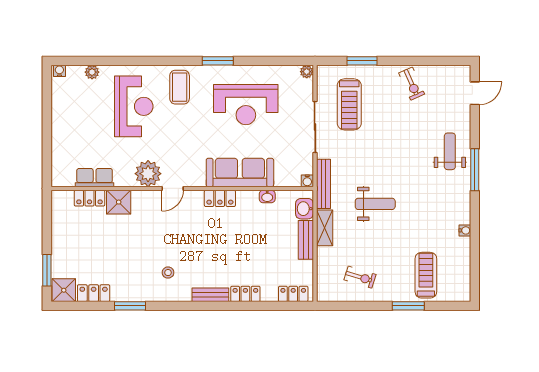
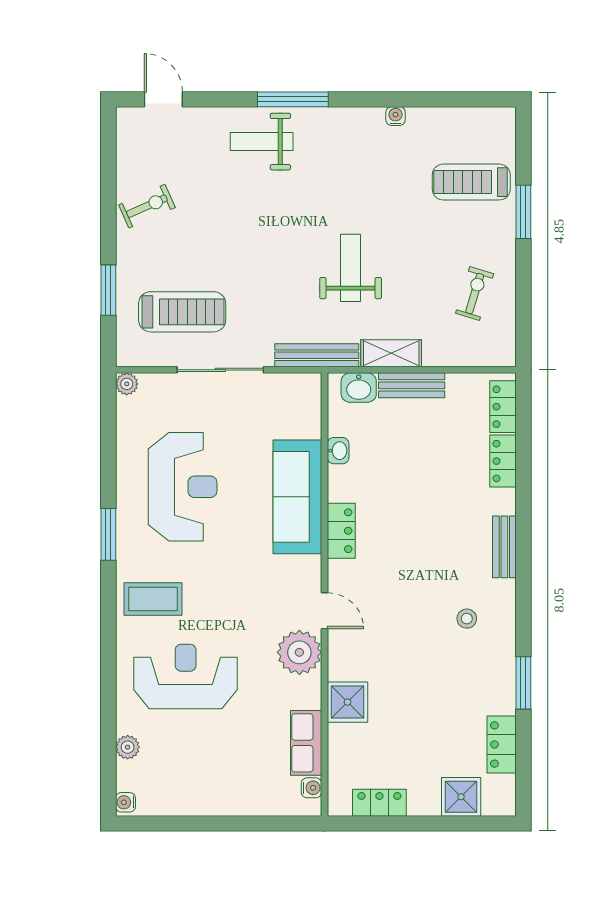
water cooler: (307, 181) -> (311, 788), moved
locker: (89, 198) -> (379, 803), moved, turned -90
window: (47, 270) -> (463, 823), removed
shower: (64, 290) -> (461, 797), moved
locker: (245, 294) -> (503, 461), moved

